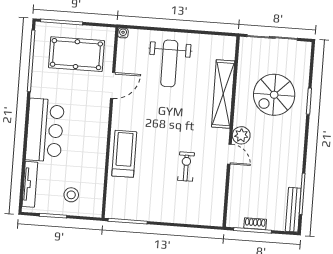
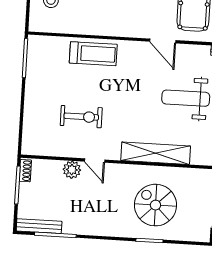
plant: (241, 135) -> (72, 170), moved
door: (229, 154) -> (95, 161), hinge flipped
exercise bike: (186, 167) -> (81, 117), width x1.38, depth x1.39
shoe rack: (255, 224) -> (25, 171), moved

